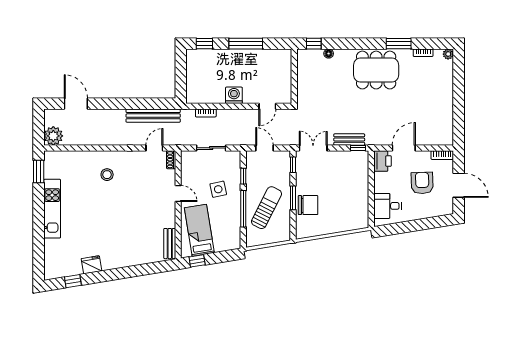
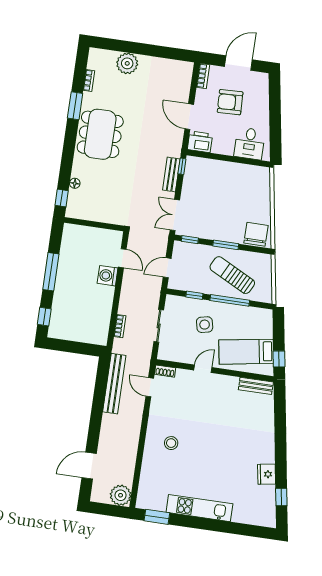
plant: (448, 54) -> (127, 63), moved, width x1.88, depth x1.88
washing machine: (234, 95) -> (108, 276), moved
chair: (308, 205) -> (256, 234), moved

